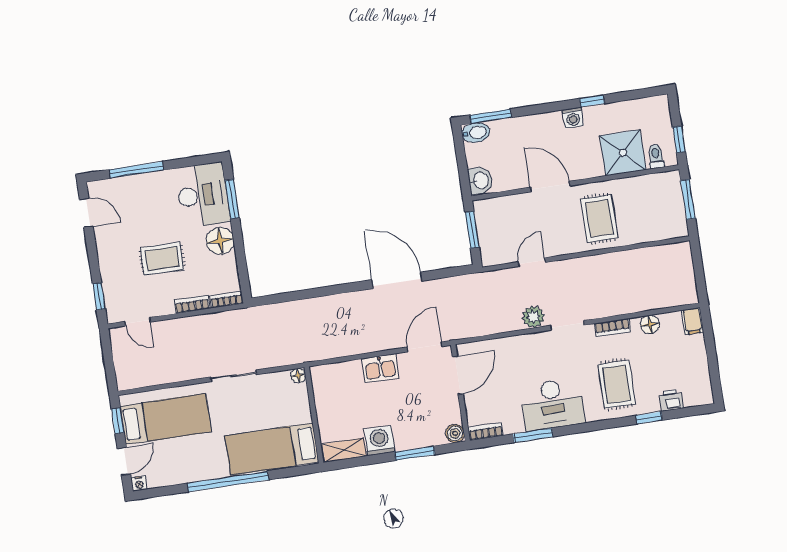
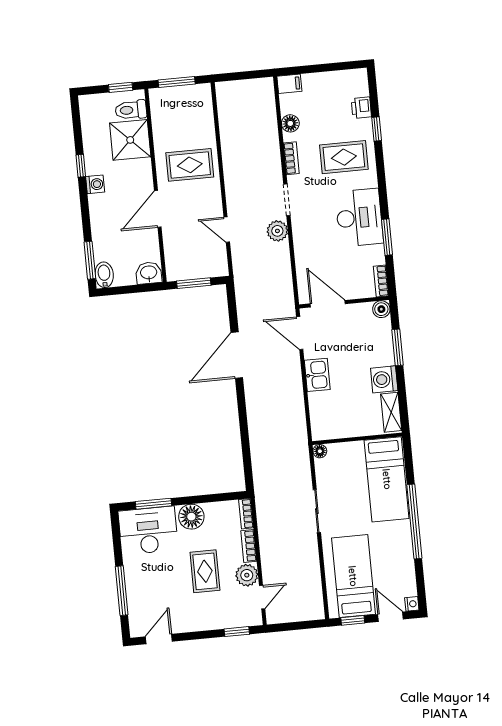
toilet: (656, 156) -> (131, 110), width x1.37, depth x1.39
plant: (160, 304) -> (247, 575), added

